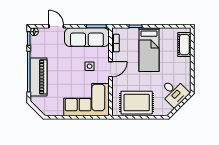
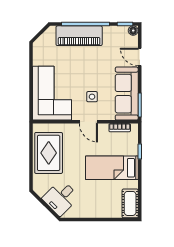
door: (56, 26) -> (140, 57), swing flipped
cot: (184, 45) -> (130, 203), moved, turned 90

